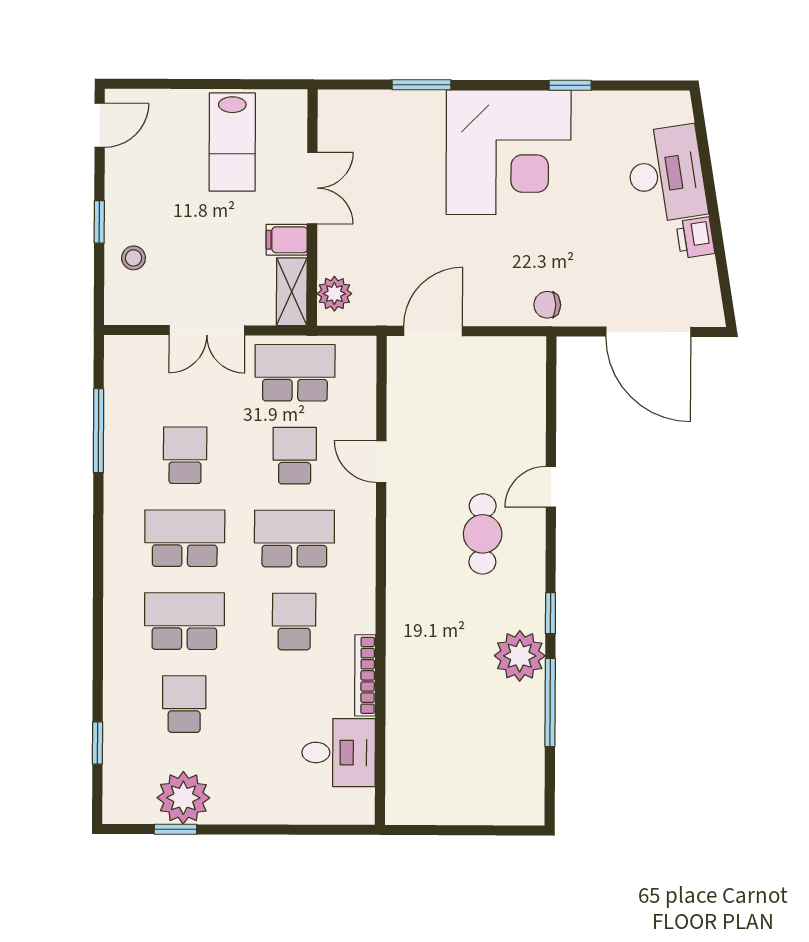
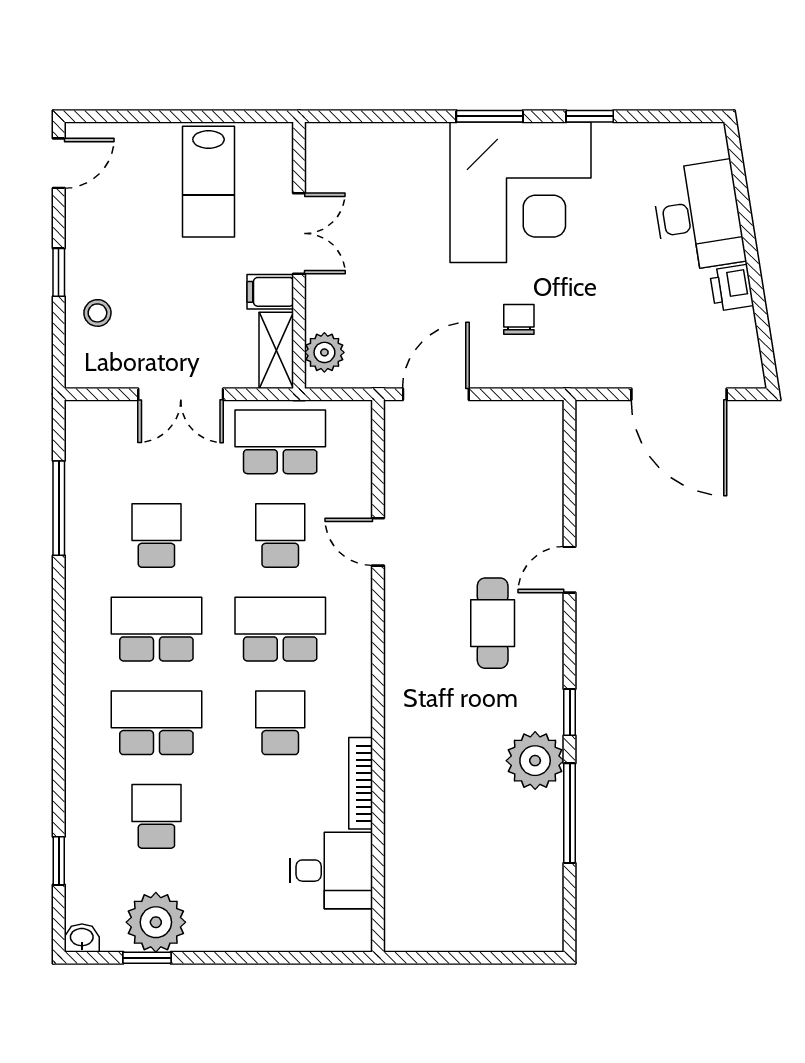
window: (421, 85) -> (490, 116), moved
chair: (547, 305) -> (519, 319), moved, turned 90
washbasin: (118, 812) -> (82, 938), added

